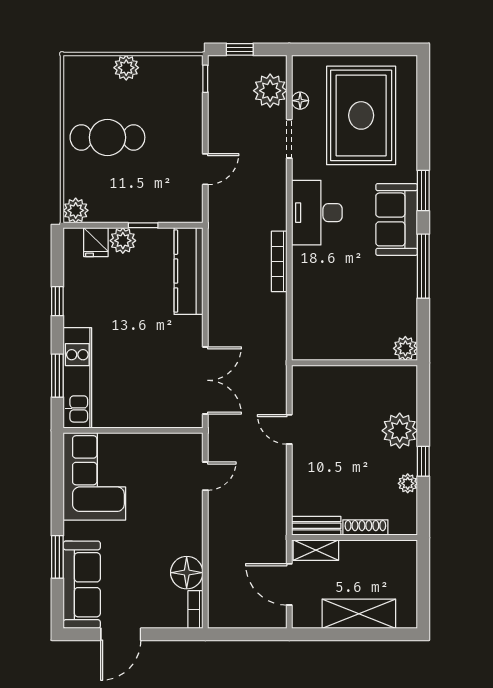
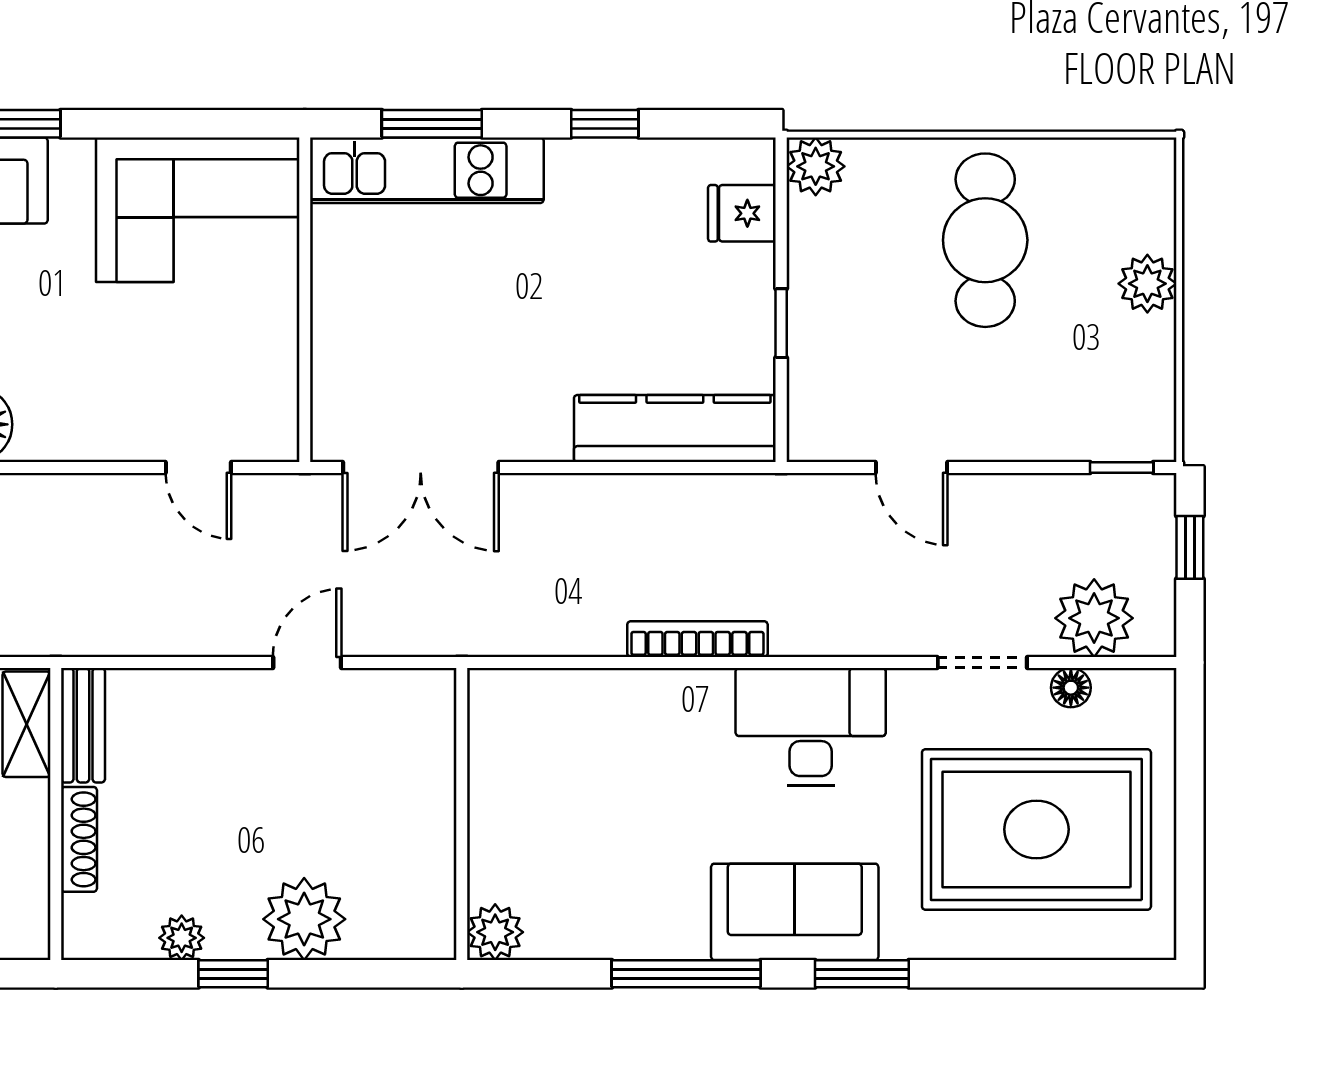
plant: (123, 241) -> (746, 276), removed

